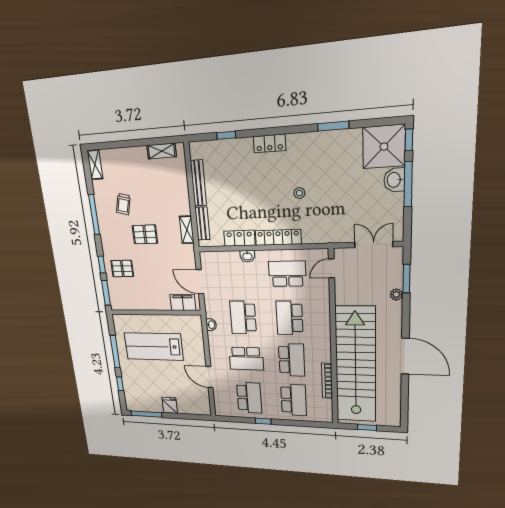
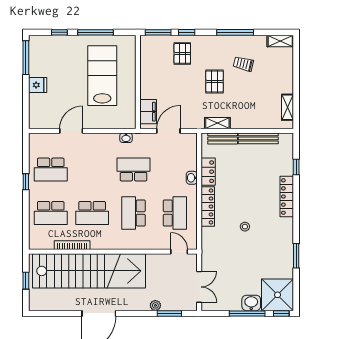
locker: (270, 143) -> (287, 197), width x1.53
school desk: (290, 318) -> (134, 213), turned -90
school desk: (246, 359) -> (92, 170), removed

